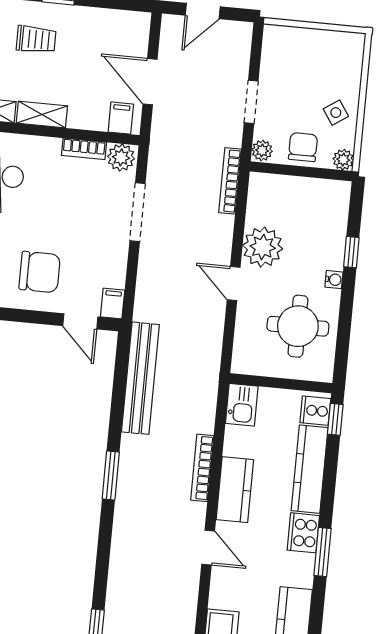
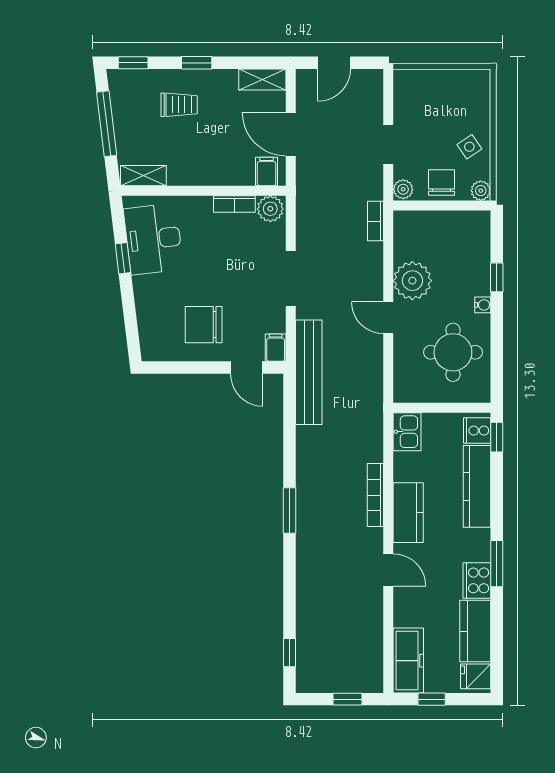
shelving: (42, 114) -> (262, 79), moved
bookcase: (230, 181) -> (375, 221), width x0.64
doorway: (137, 212) -> (291, 279), moved
chair: (40, 272) -> (204, 325), turned 180
bench: (140, 378) -> (309, 372), moved
cooker: (303, 533) -> (477, 580), moved

